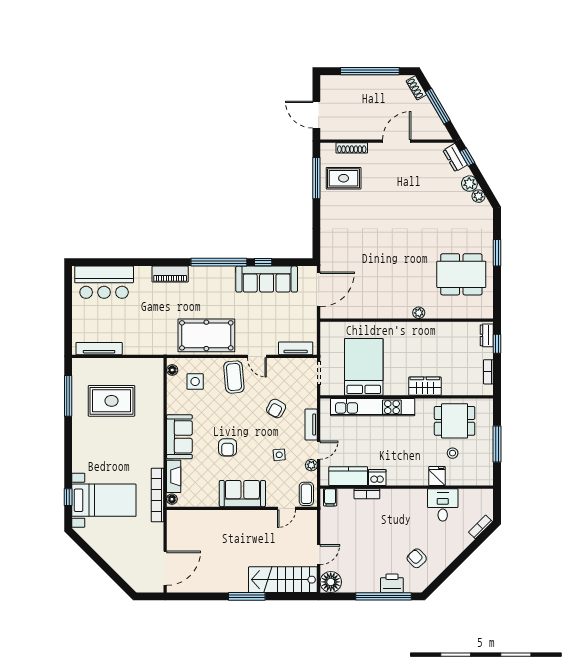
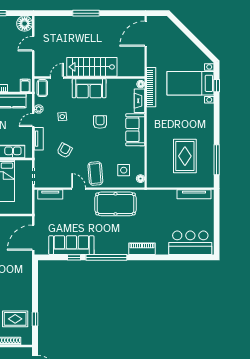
window: (316, 178) -> (35, 319), width x0.46
rug: (112, 401) -> (185, 156), turned 90
stairs: (283, 580) -> (92, 67), moved, turned 180

